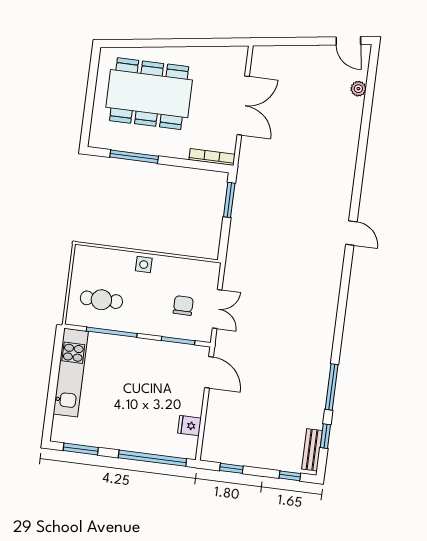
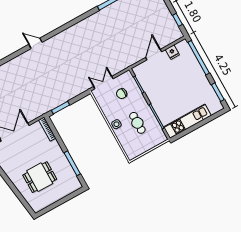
dining table: (149, 94) -> (40, 177), width x0.53, depth x0.80
door: (351, 233) -> (35, 43), hinge flipped
cafe table: (101, 300) -> (137, 123), moved
double door: (217, 309) -> (103, 83), moved
door: (209, 372) -> (154, 55), moved

